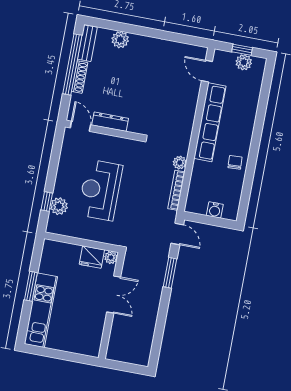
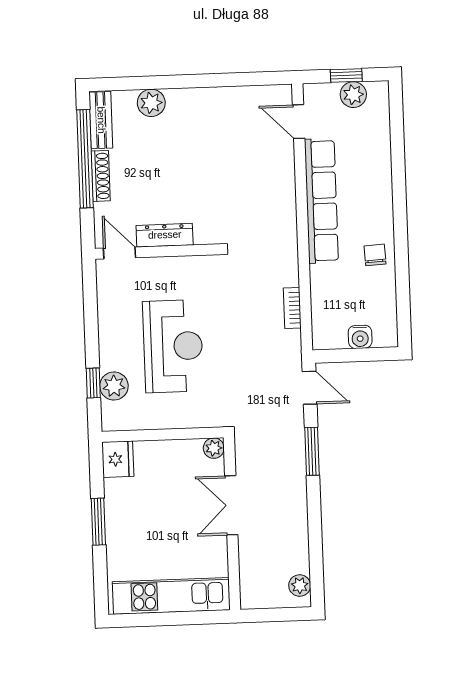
plant: (180, 163) -> (300, 586), moved
reception desk: (100, 190) -> (173, 346), turned 180
bookcase: (176, 190) -> (292, 308), width x0.64
fridge: (92, 257) -> (118, 459), moved, turned -90
double door: (114, 294) -> (231, 505), swing flipped
kitchen unit: (41, 310) -> (171, 596), moved, turned -90

